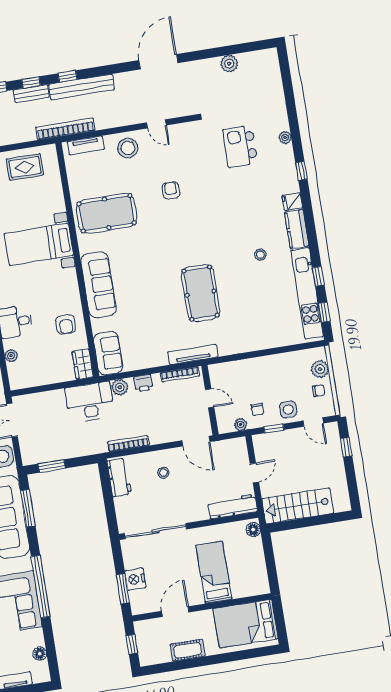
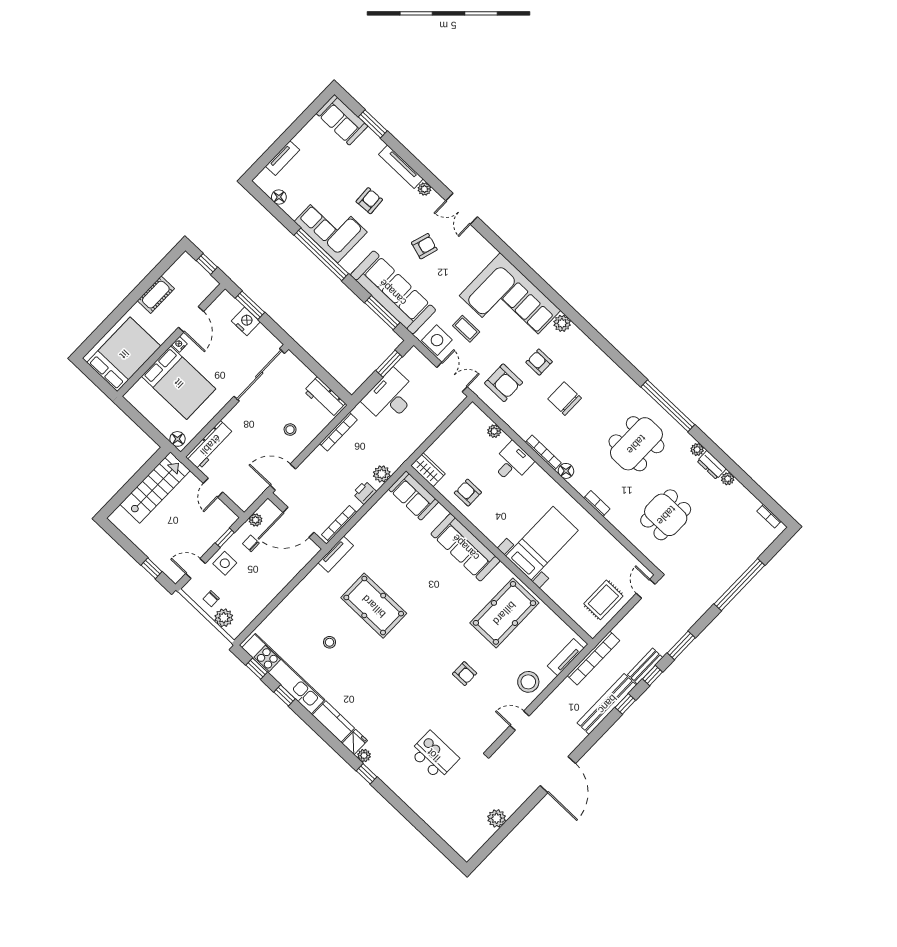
plant: (285, 137) -> (364, 756), moved
stool: (260, 255) -> (330, 642), moved
tv unit: (193, 354) -> (336, 554), width x0.71
door: (210, 398) -> (298, 522), width x1.88
desk: (90, 402) -> (390, 397), moved, turned 180
bed: (214, 572) -> (179, 383), width x1.50
nightstand: (198, 600) -> (179, 344), added

